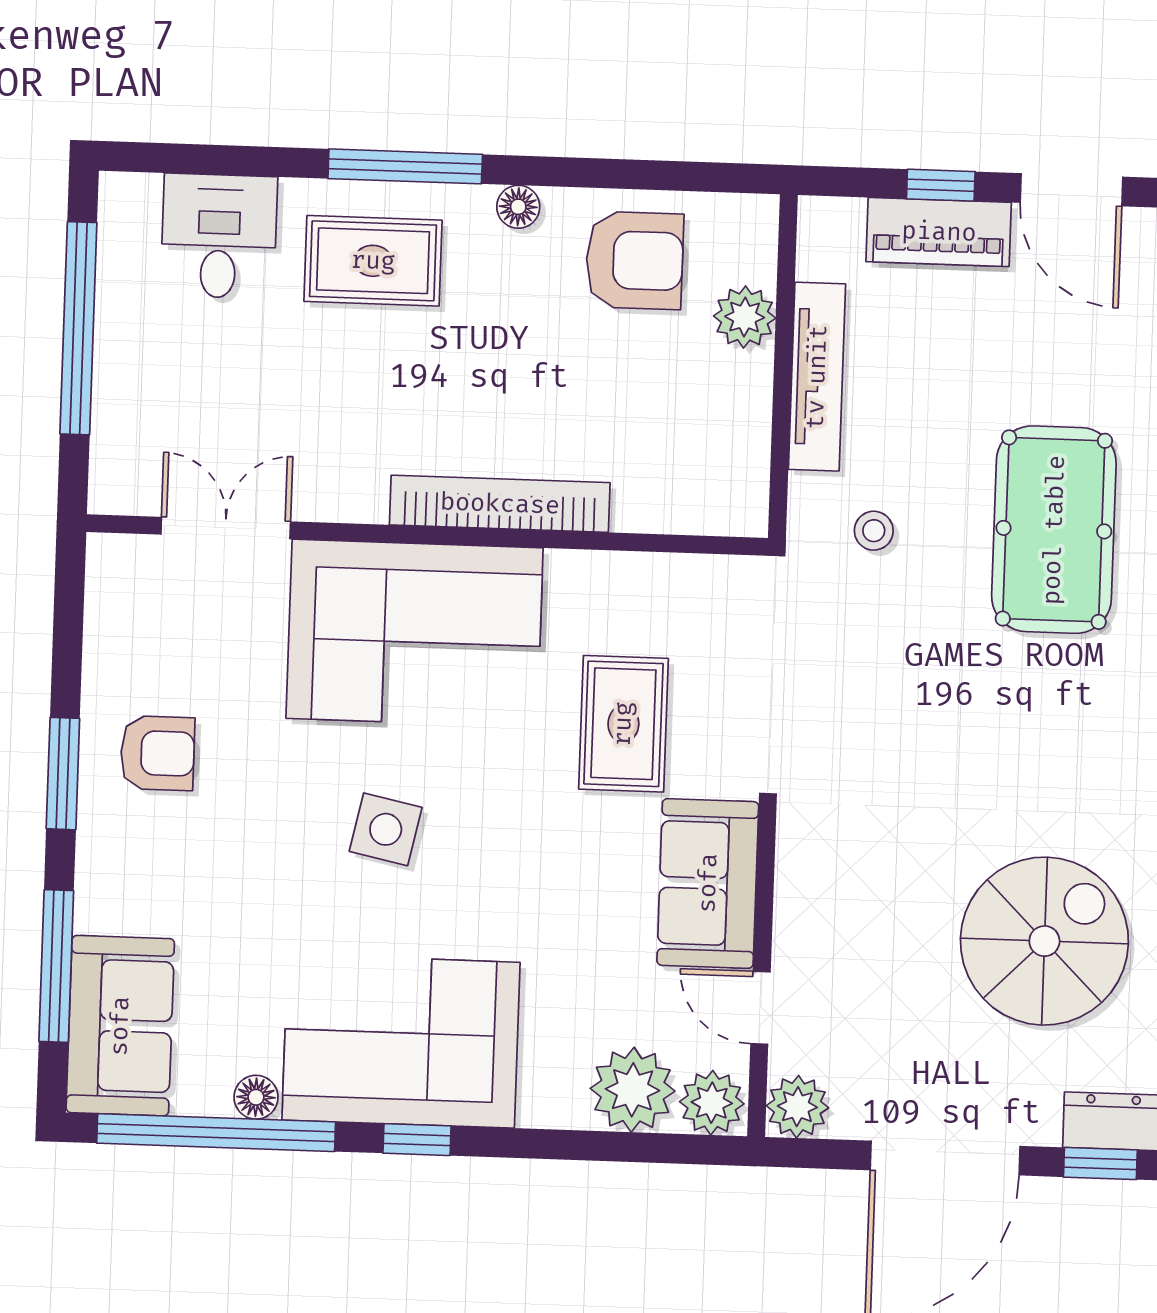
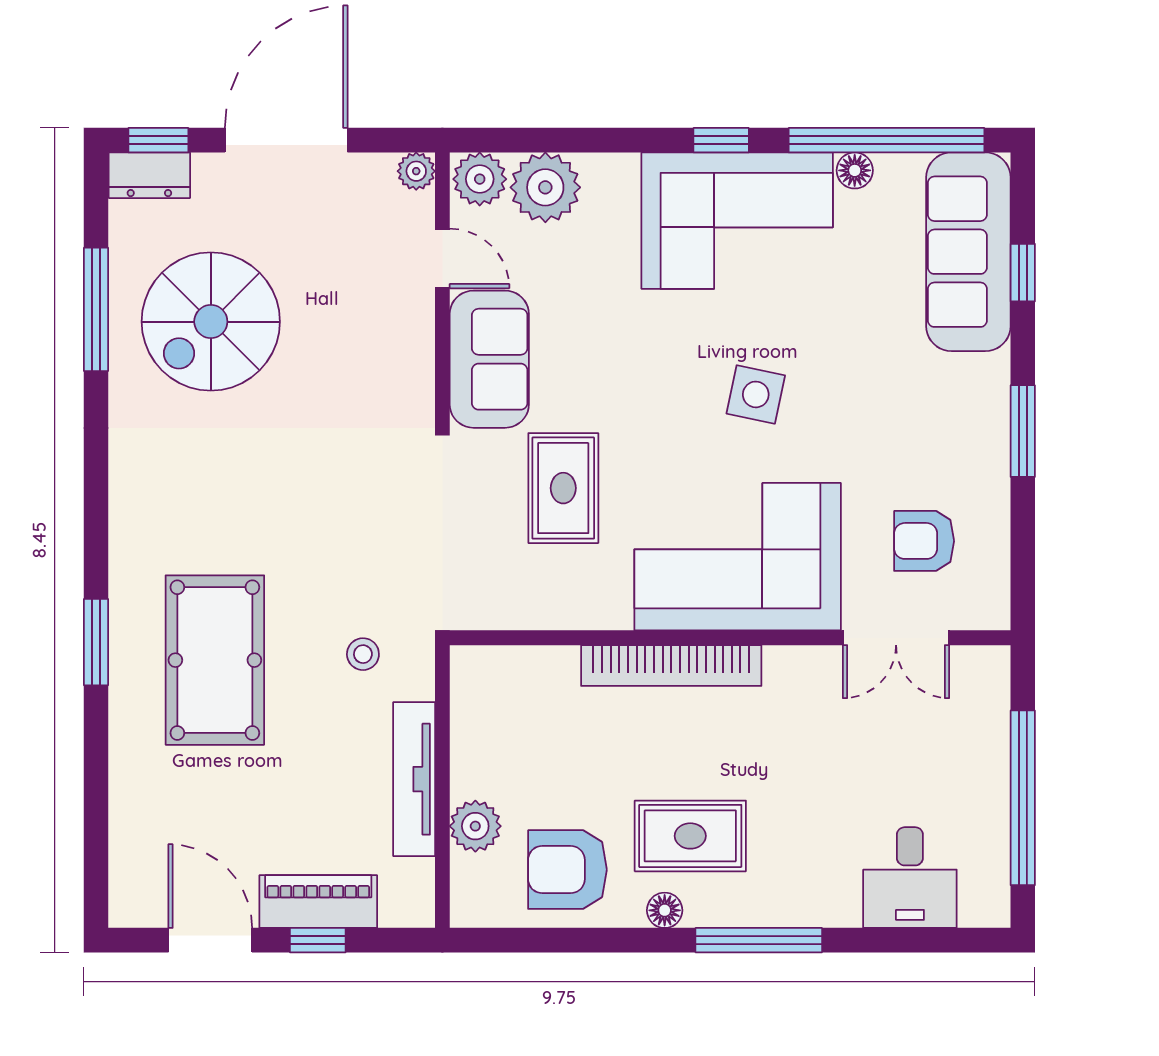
rug: (373, 261) -> (690, 836), moved
armchair: (157, 753) -> (924, 541), moved
window: (56, 966) -> (1023, 273), width x0.46
sofa: (120, 1026) -> (968, 252), width x1.36
plant: (797, 1107) -> (416, 171), width x0.73, depth x0.73

